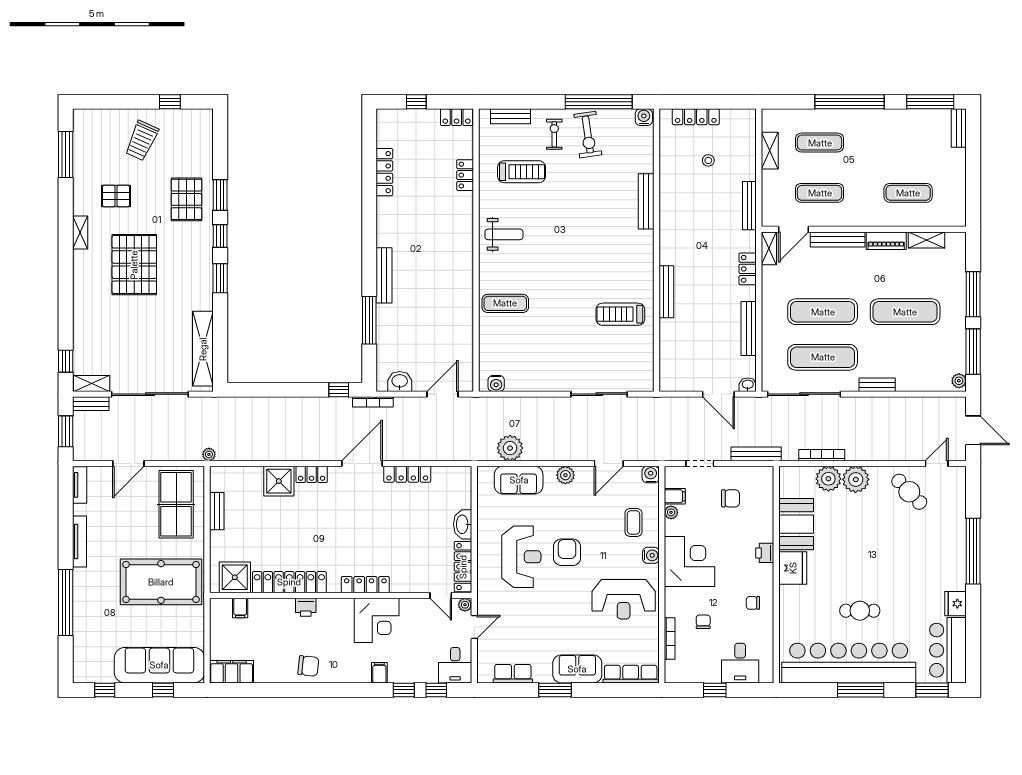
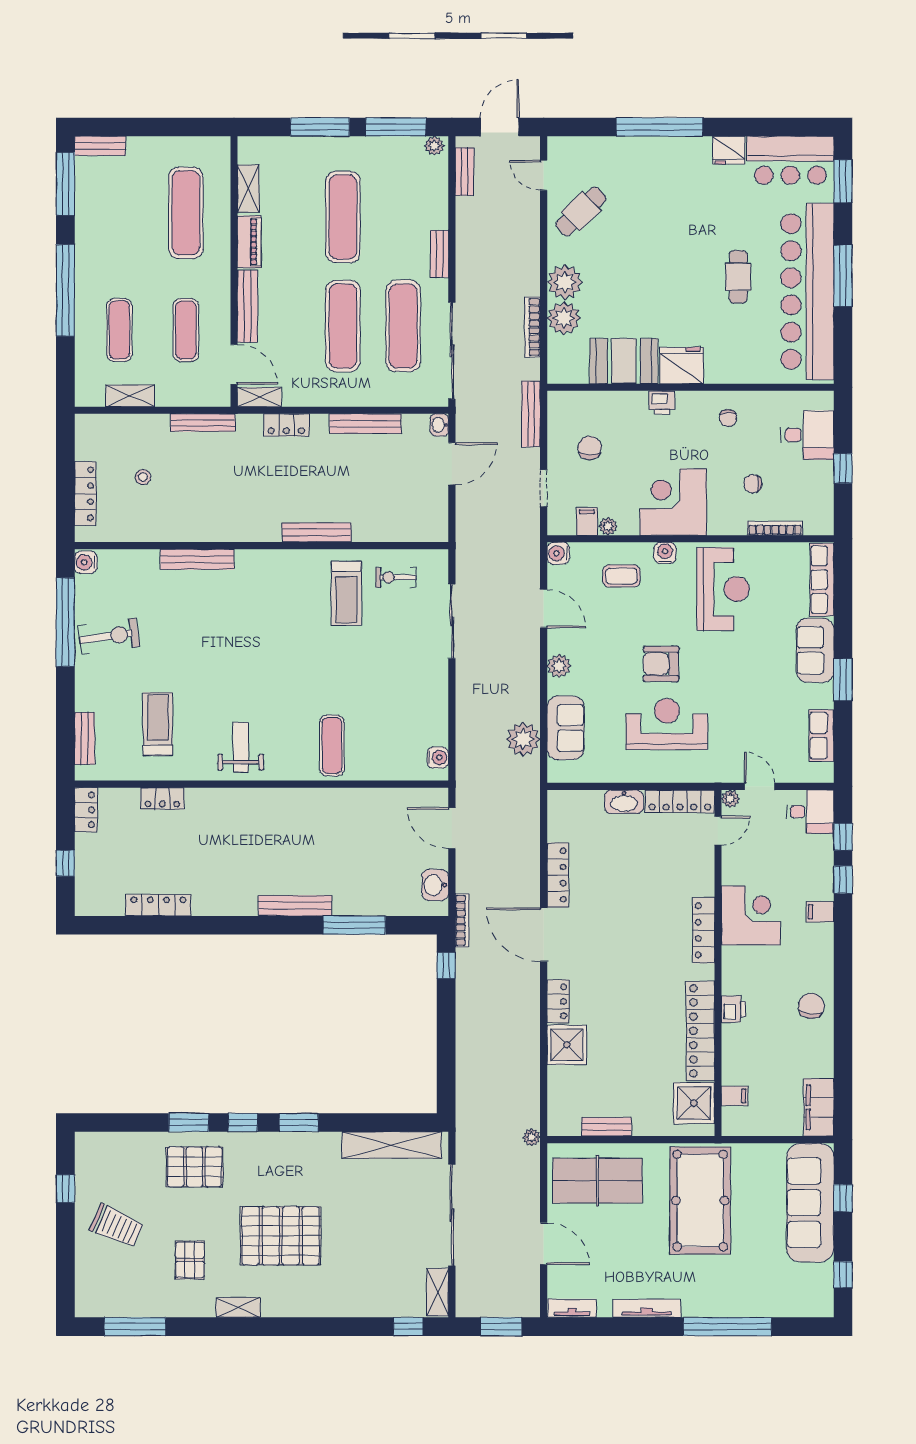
exercise bike: (554, 134) -> (396, 577), moved
exercise mat: (908, 193) -> (186, 213), width x1.36, depth x1.45
bench: (91, 404) -> (464, 172), moved

